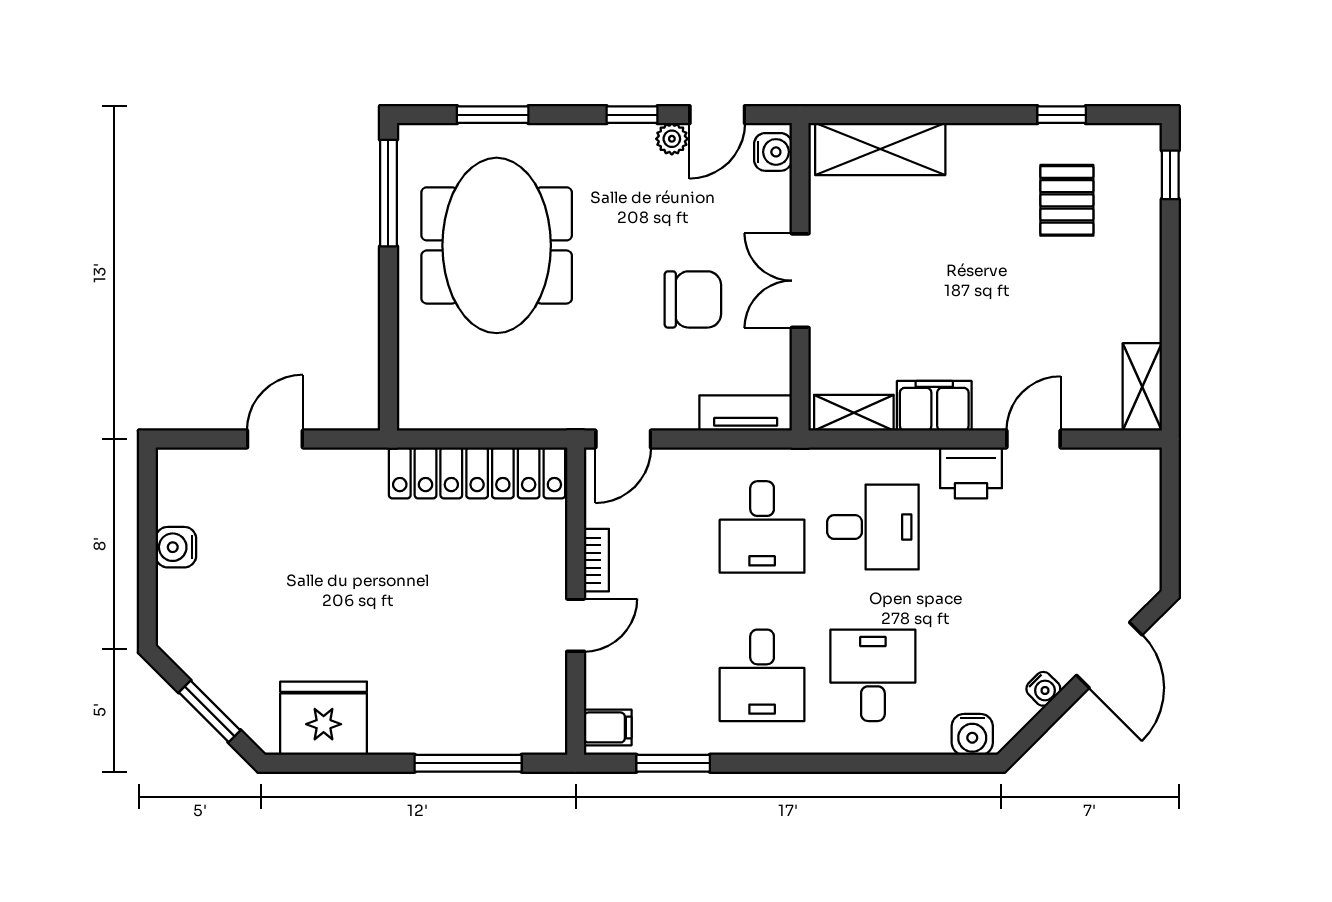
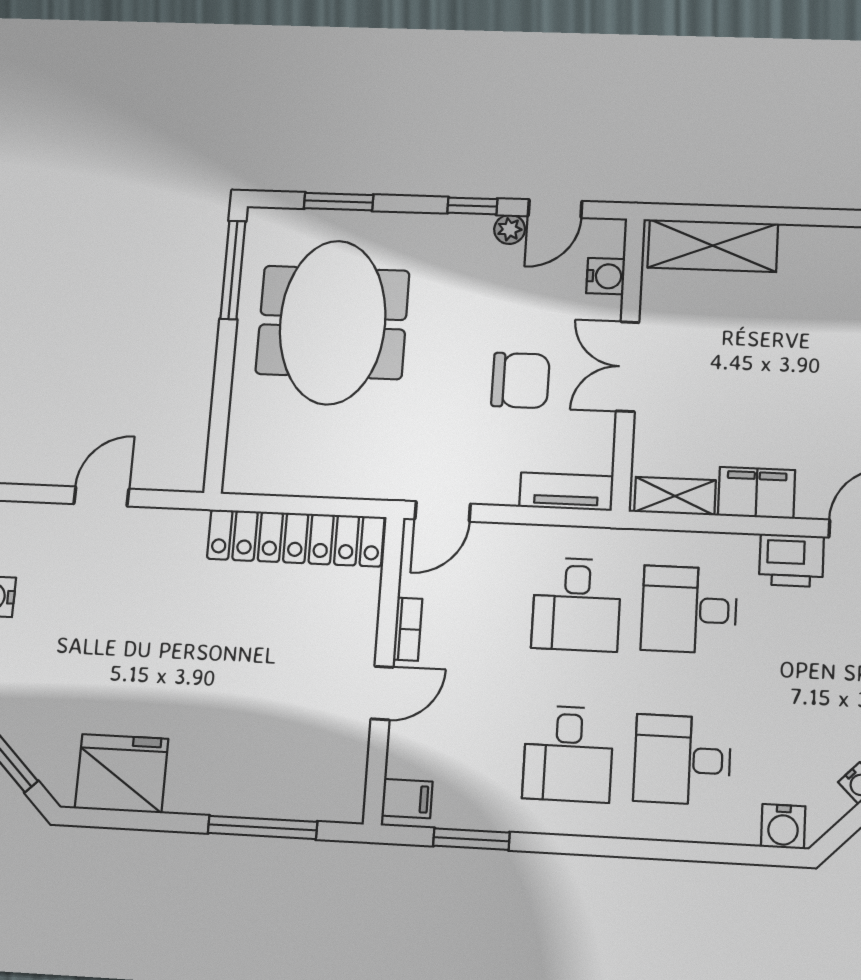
water cooler: (773, 152) -> (606, 276), moved
desk: (873, 527) -> (689, 610), turned 180
desk: (873, 675) -> (682, 760), turned -90

